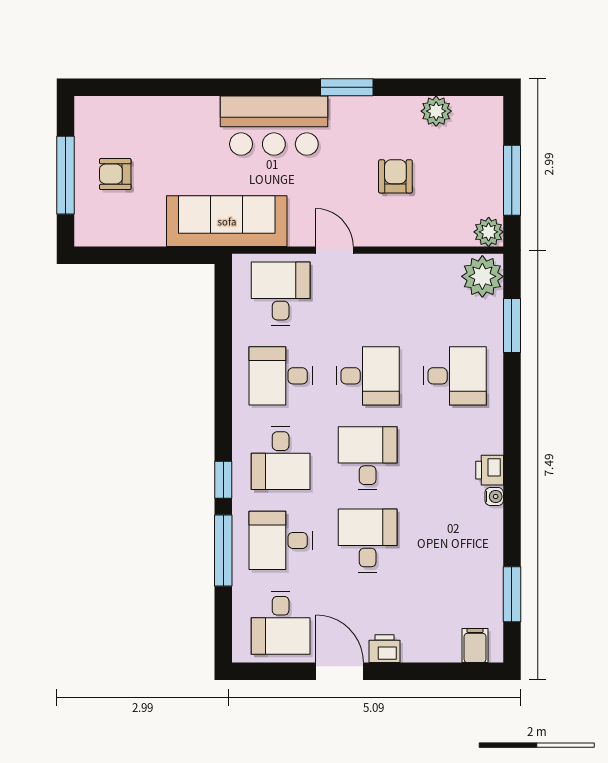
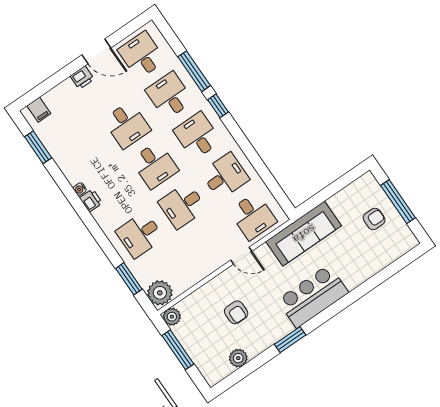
desk: (281, 540) -> (169, 95), turned -90

